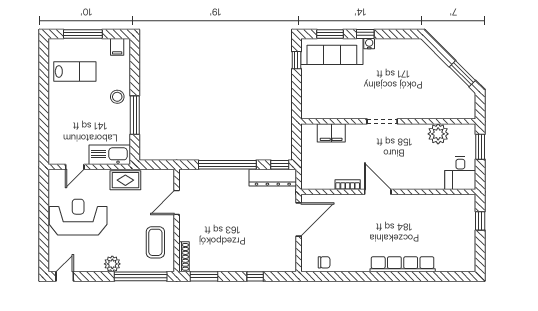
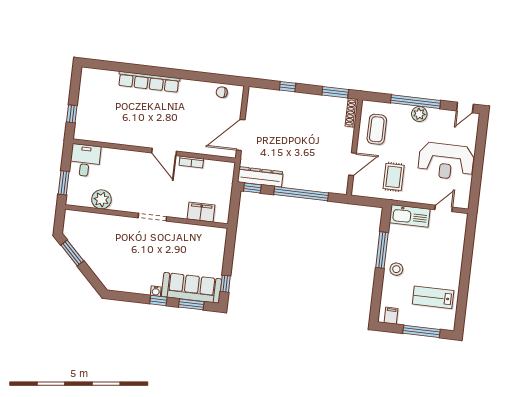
rug: (125, 180) -> (394, 177), moved, turned 90
window: (141, 276) -> (416, 102), moved

